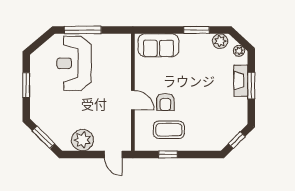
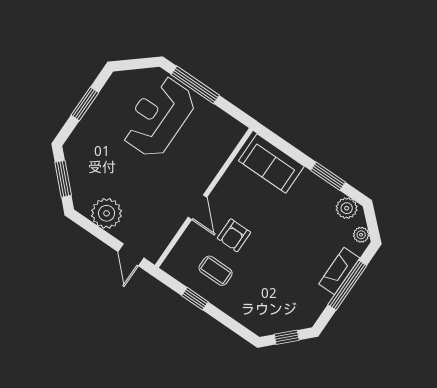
window: (251, 86) -> (347, 285), width x1.44
coffee table: (169, 130) -> (216, 271), width x0.73, depth x0.77

